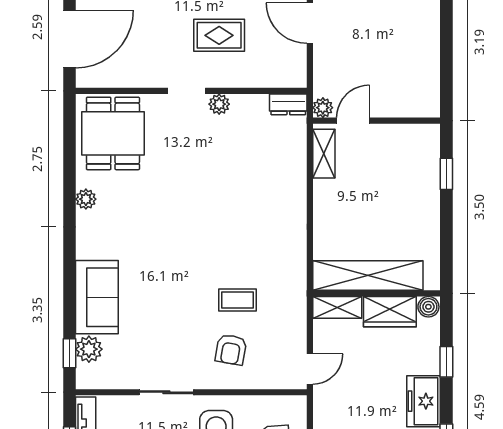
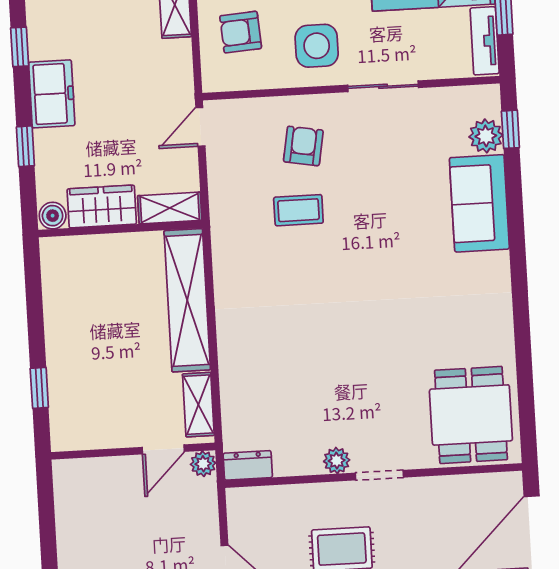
plant: (86, 199) -> (501, 329), removed
shelving: (368, 275) -> (187, 300), moved, turned 90

